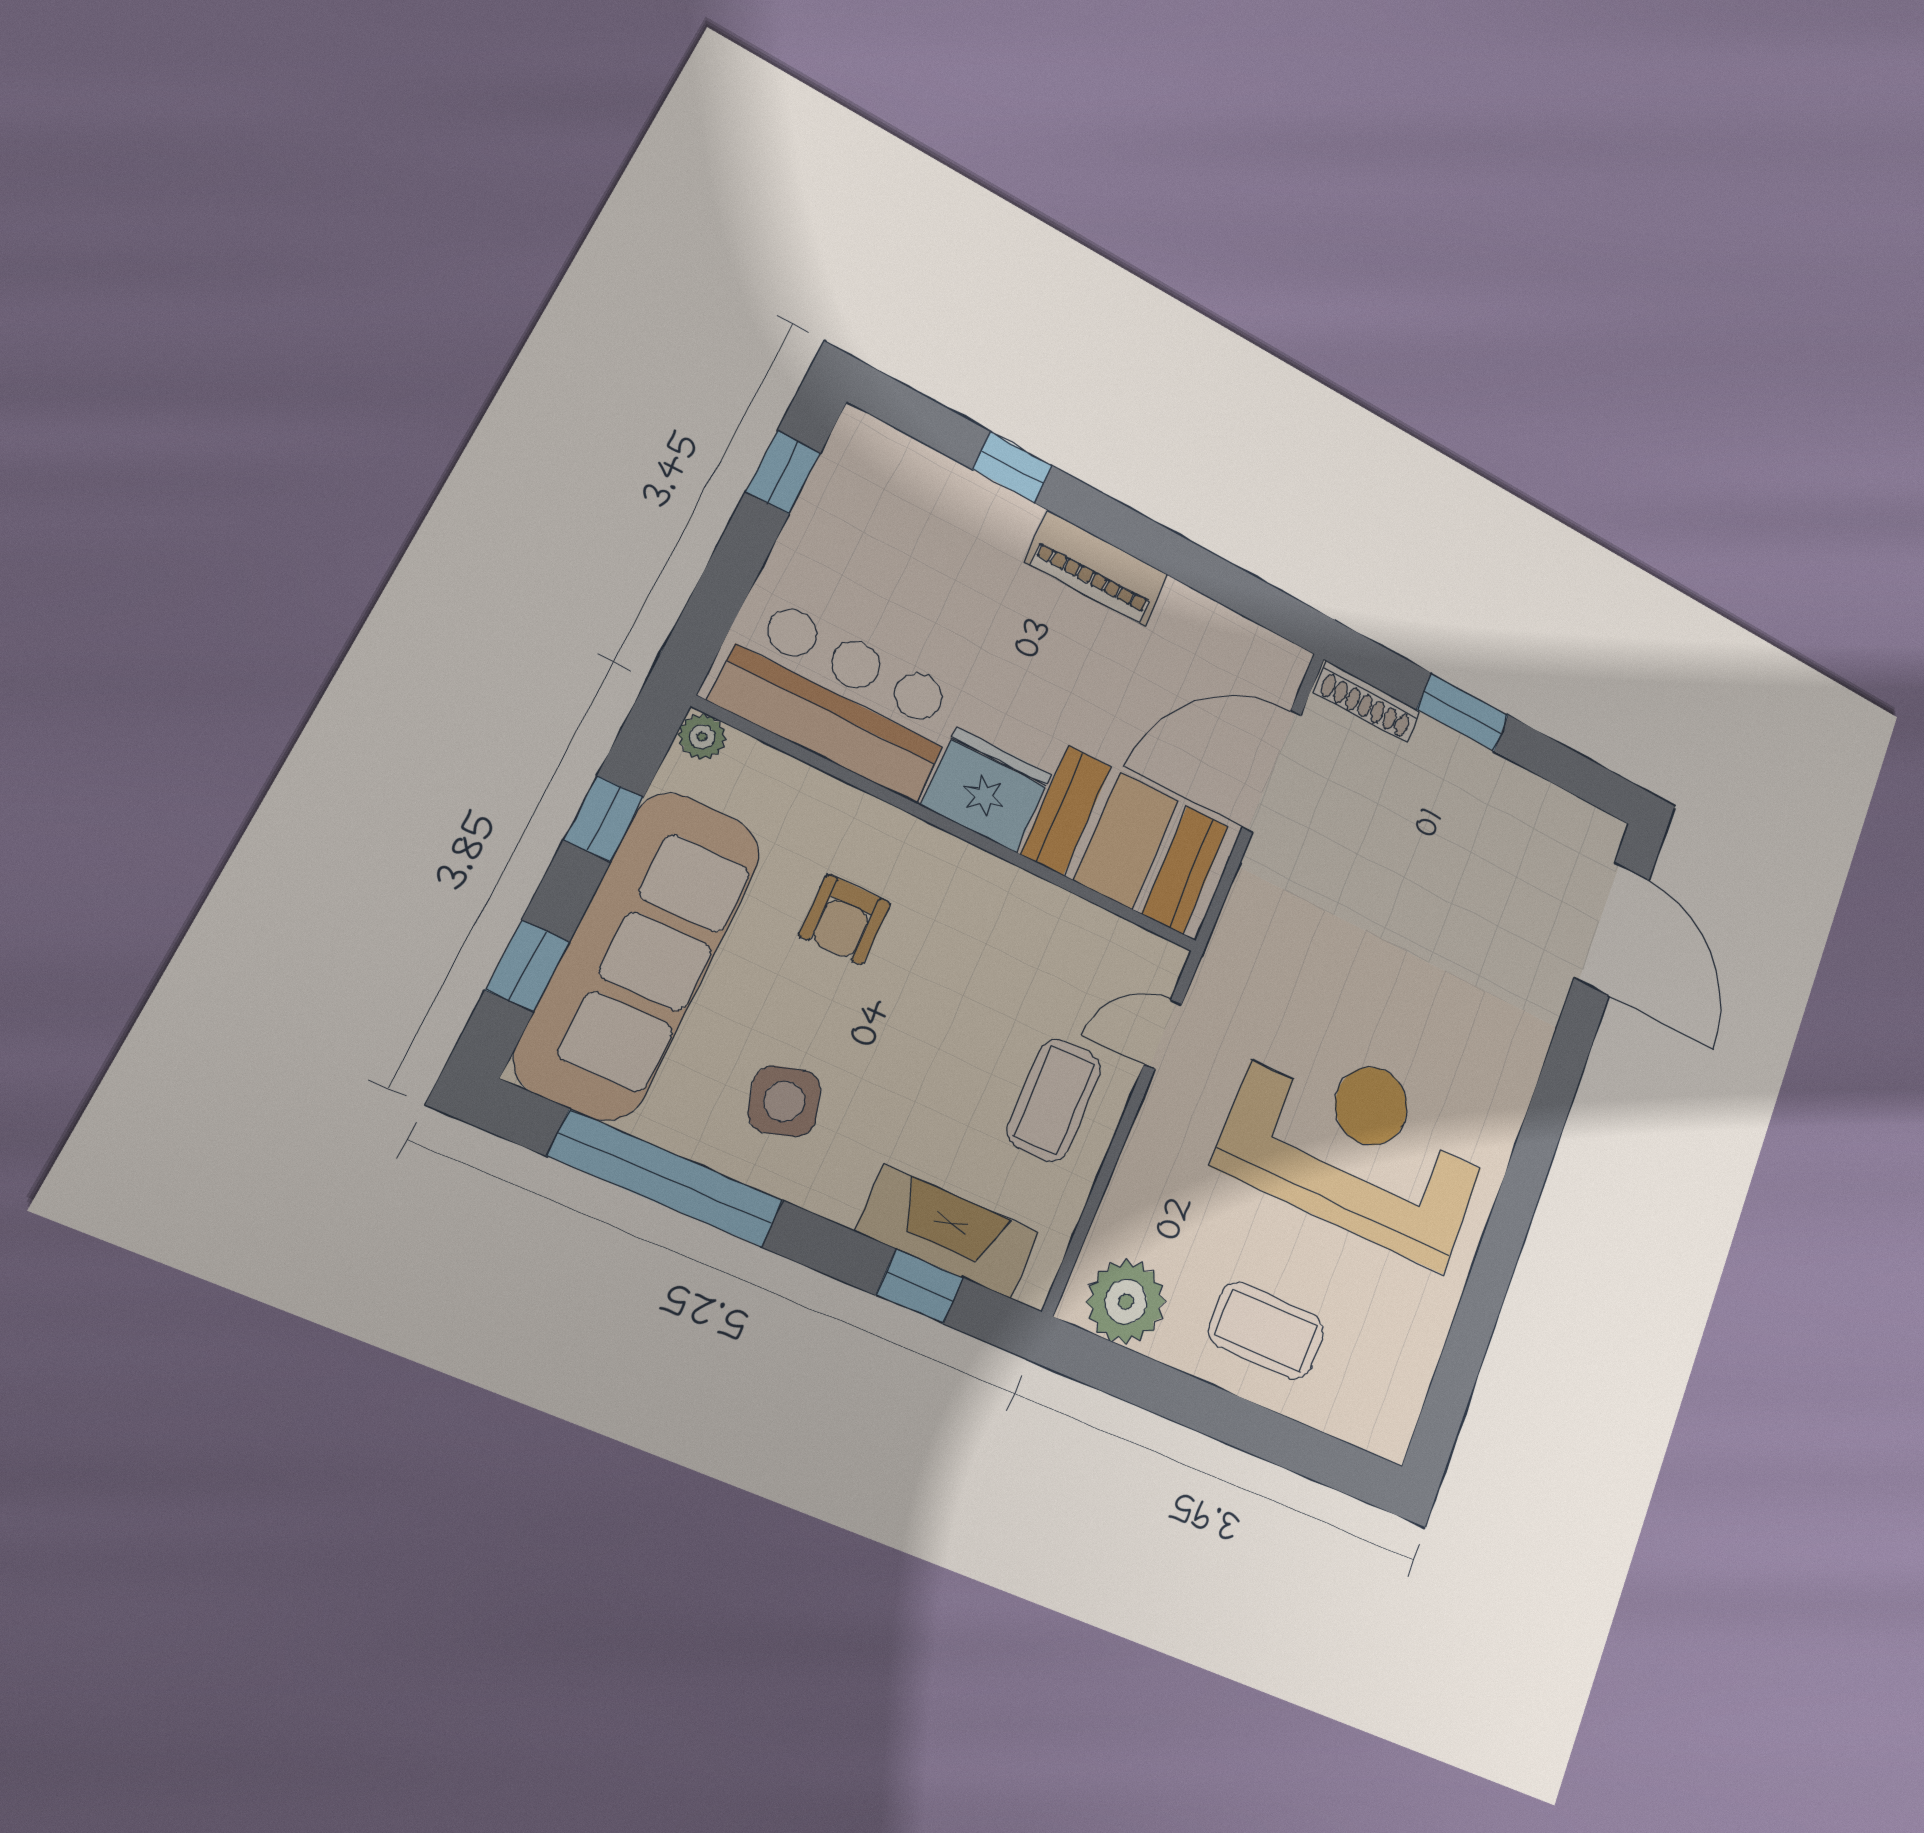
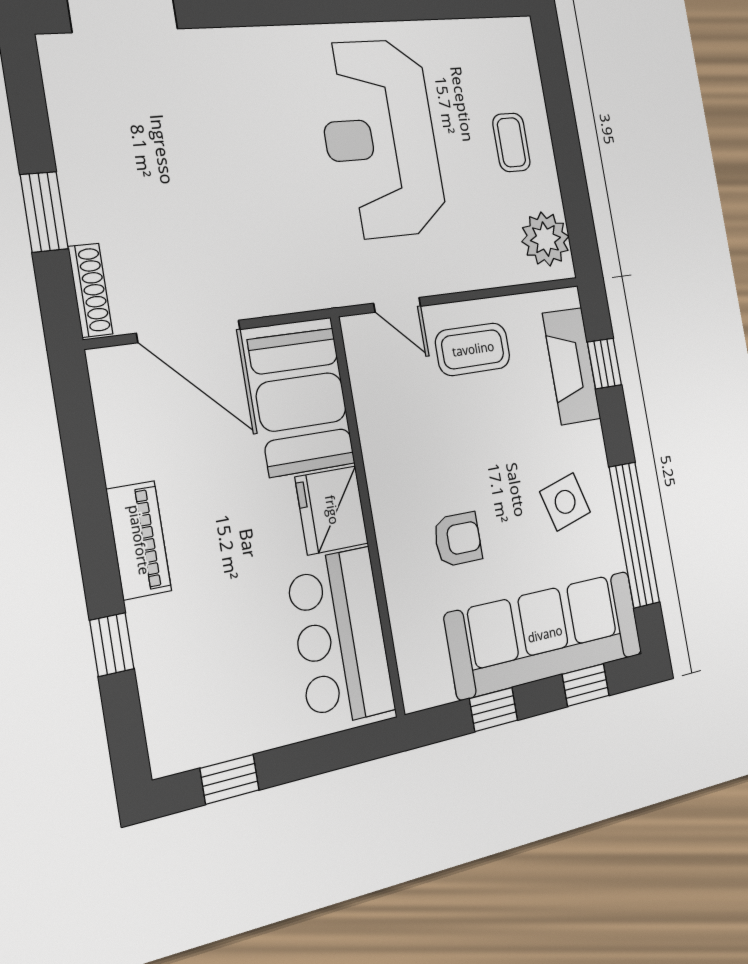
plant: (702, 737) -> (417, 695), removed
coffee table: (1266, 1330) -> (511, 142), width x0.73, depth x0.77

